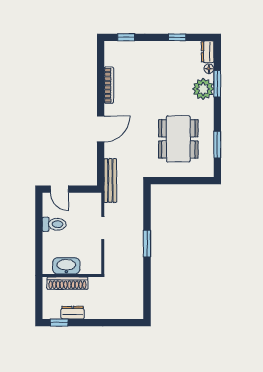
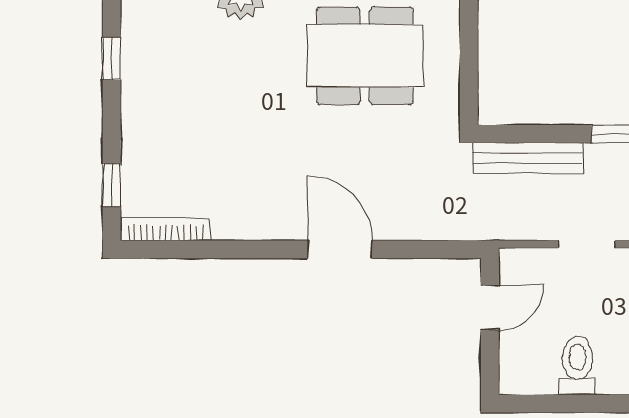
bookcase: (109, 85) -> (166, 229), moved
bench: (110, 181) -> (528, 158), moved
door: (59, 189) -> (490, 307), moved

